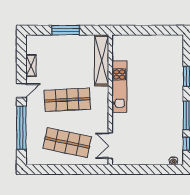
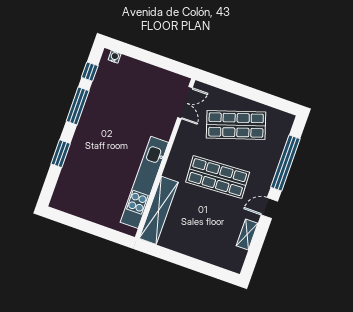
window: (66, 30) -> (189, 263), removed
kitchen unit: (119, 86) -> (144, 182), width x1.36
shop shelf: (67, 143) -> (236, 125), turned -30

